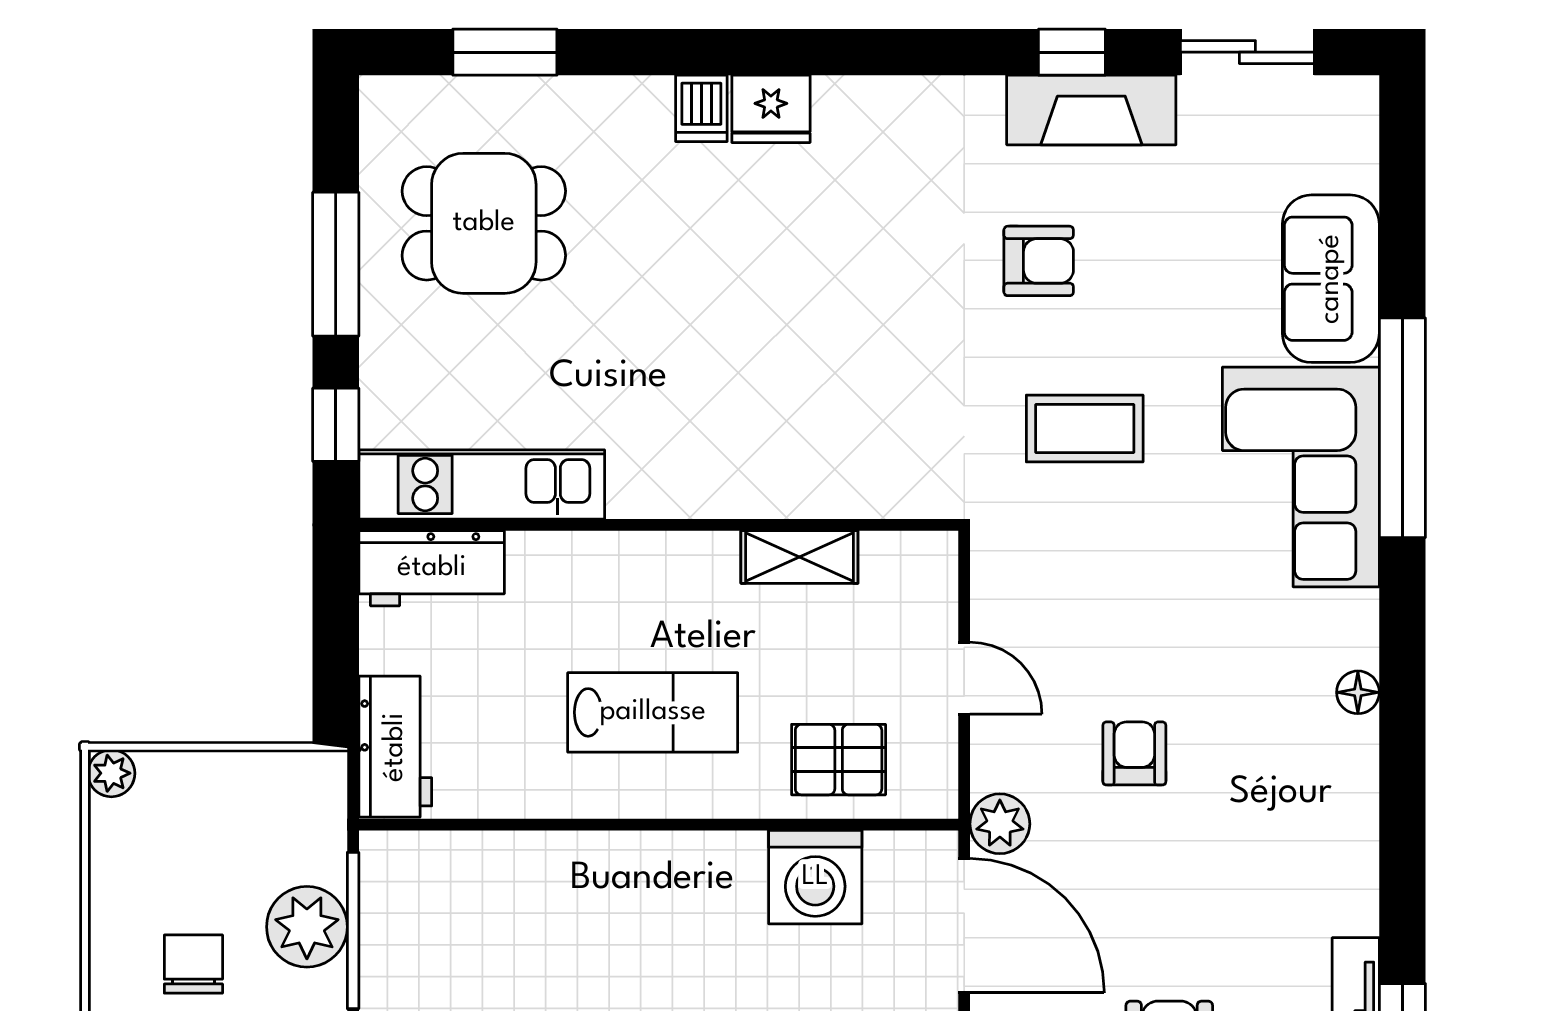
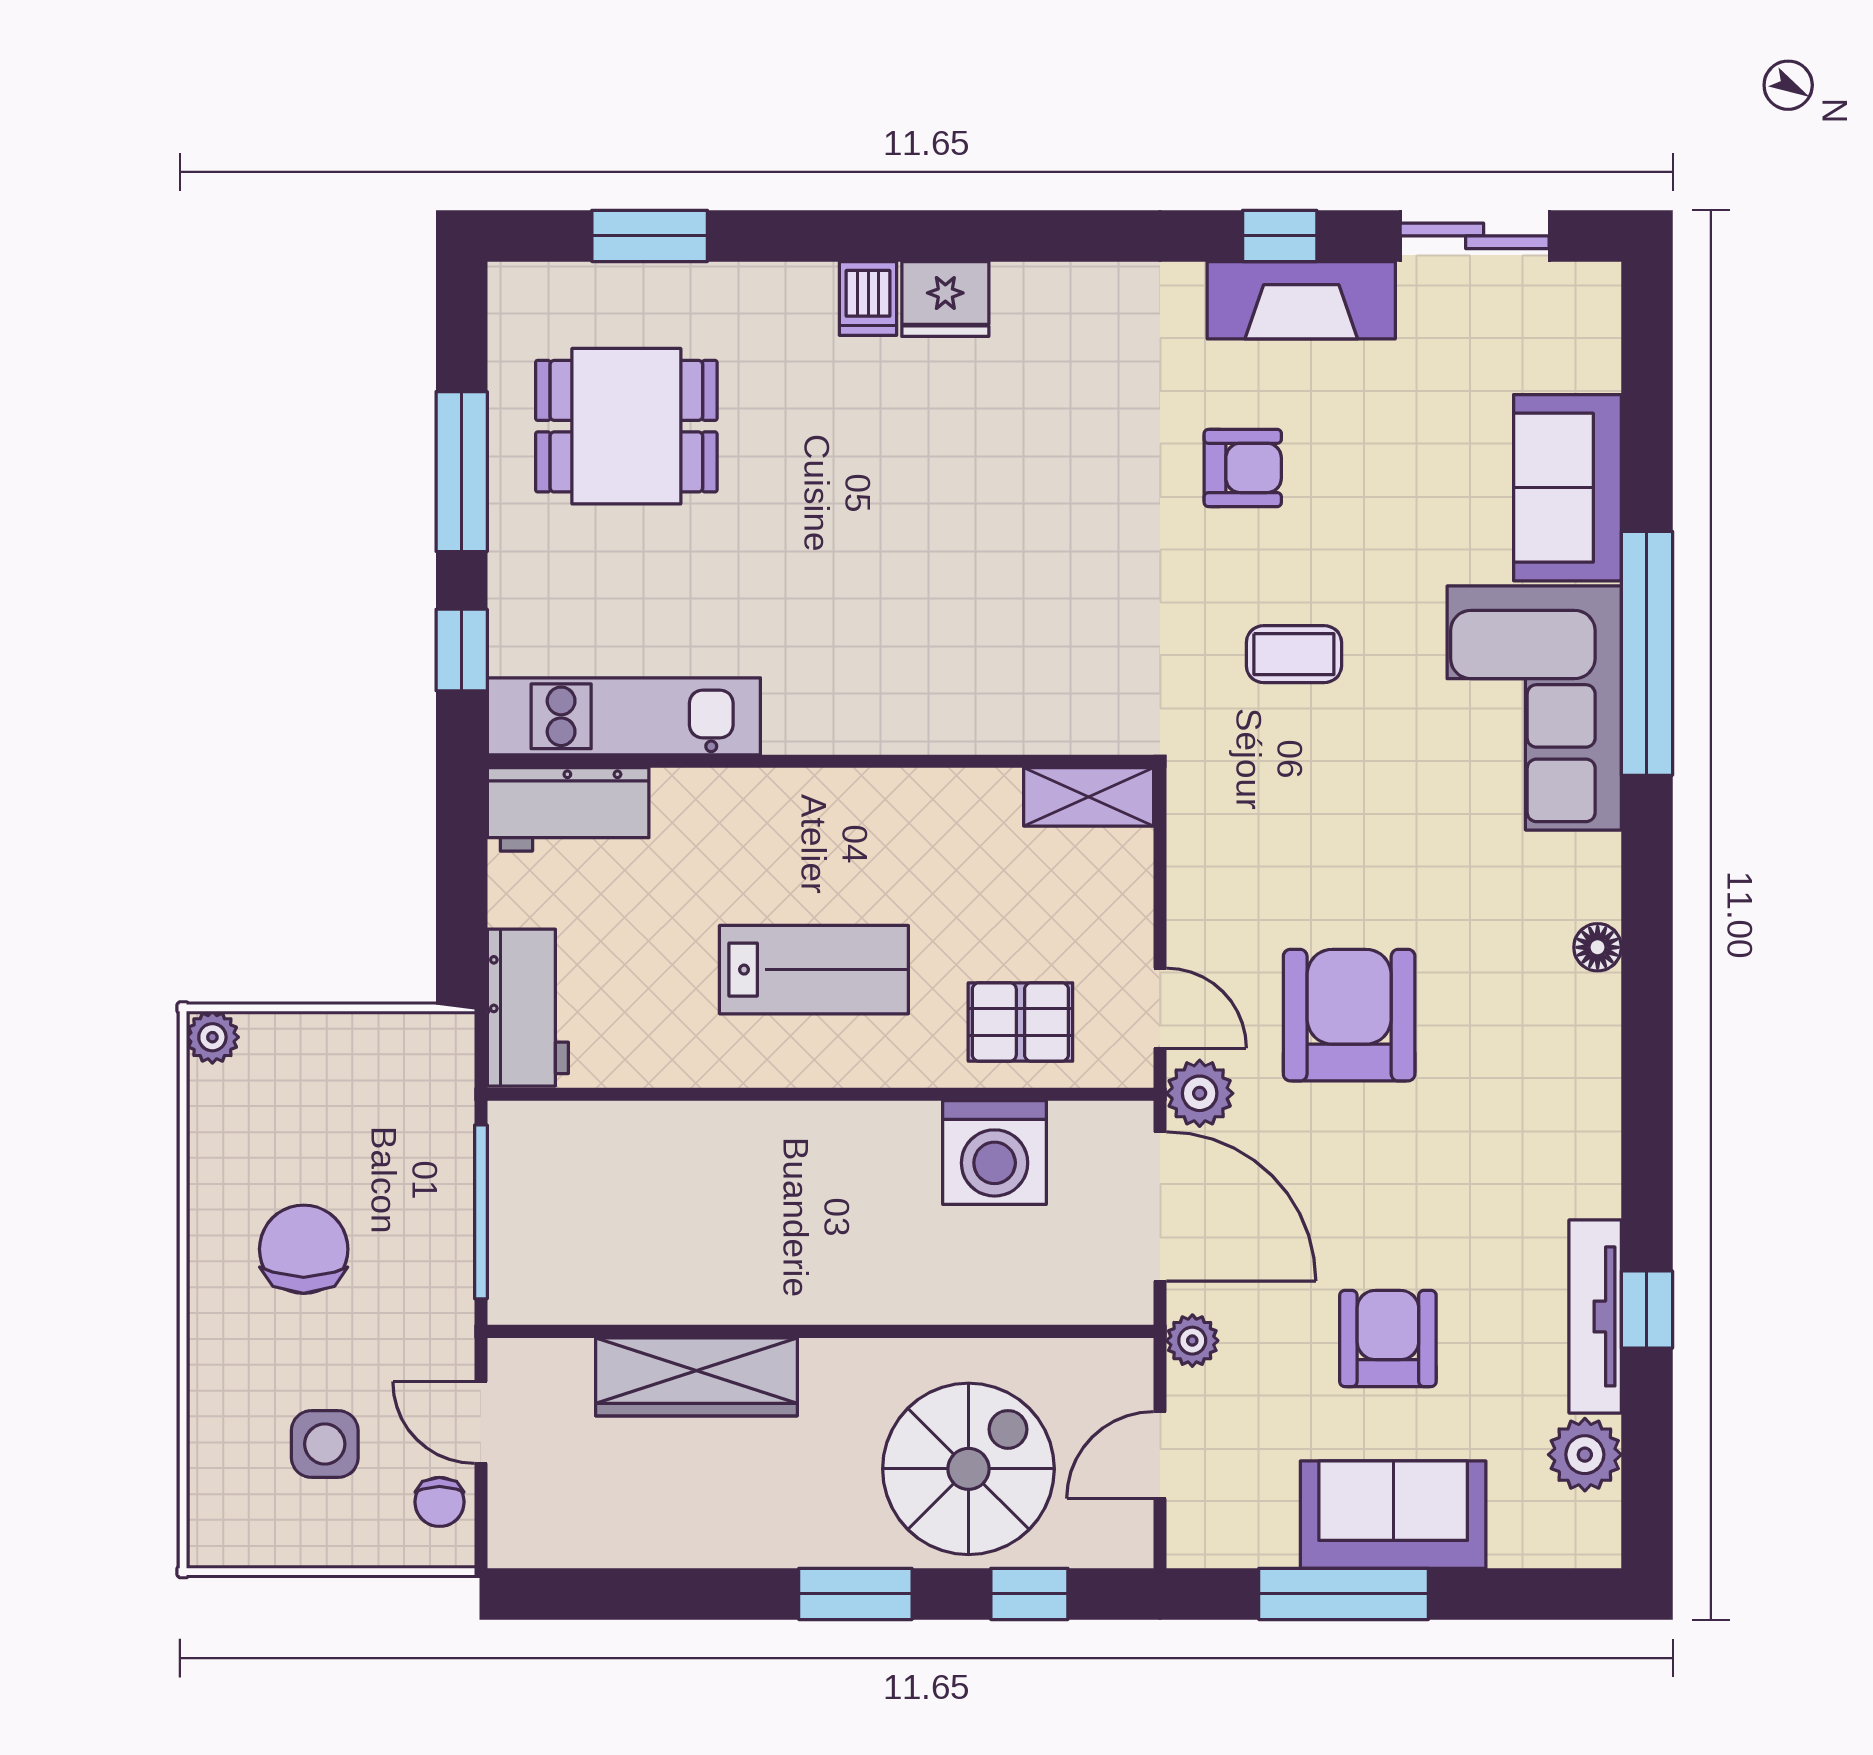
coffee table: (1085, 429) -> (1294, 654), width x0.73, depth x0.77
shelving: (799, 557) -> (1089, 797), moved
door: (964, 678) -> (1160, 1008), moved
armchair: (1134, 753) -> (1349, 1015), width x1.88, depth x1.88
plant: (307, 927) -> (430, 1208), removed
chair: (193, 964) -> (304, 1249), width x1.37, depth x1.37

